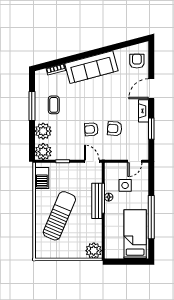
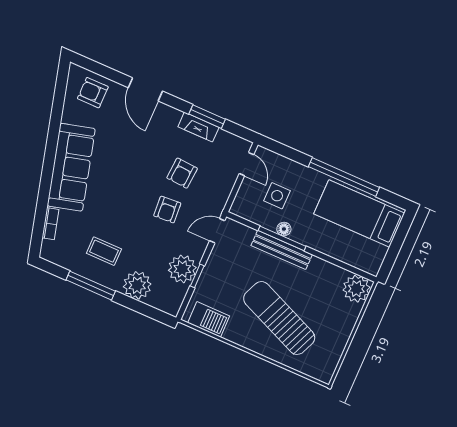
fireplace: (143, 111) -> (198, 127), moved
plant: (43, 152) -> (182, 269), moved

